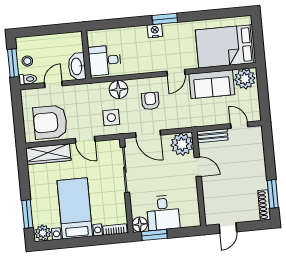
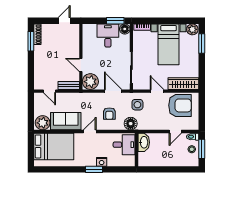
wall: (86, 55) -> (137, 150), moved
desk: (105, 60) -> (124, 145), moved
washbasin: (77, 66) -> (144, 142), moved

